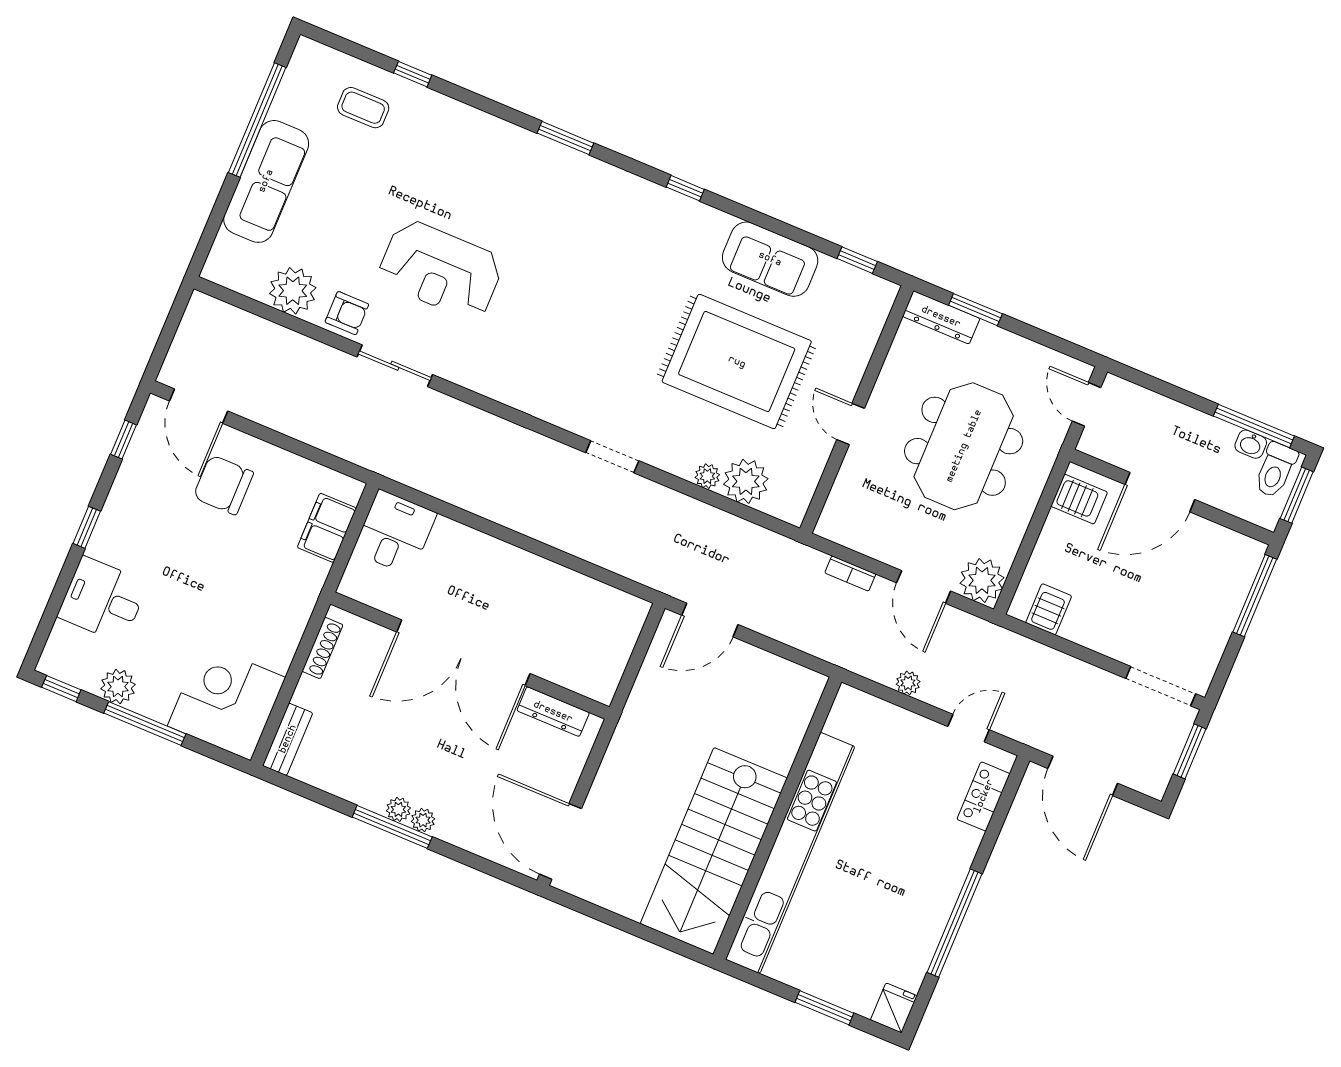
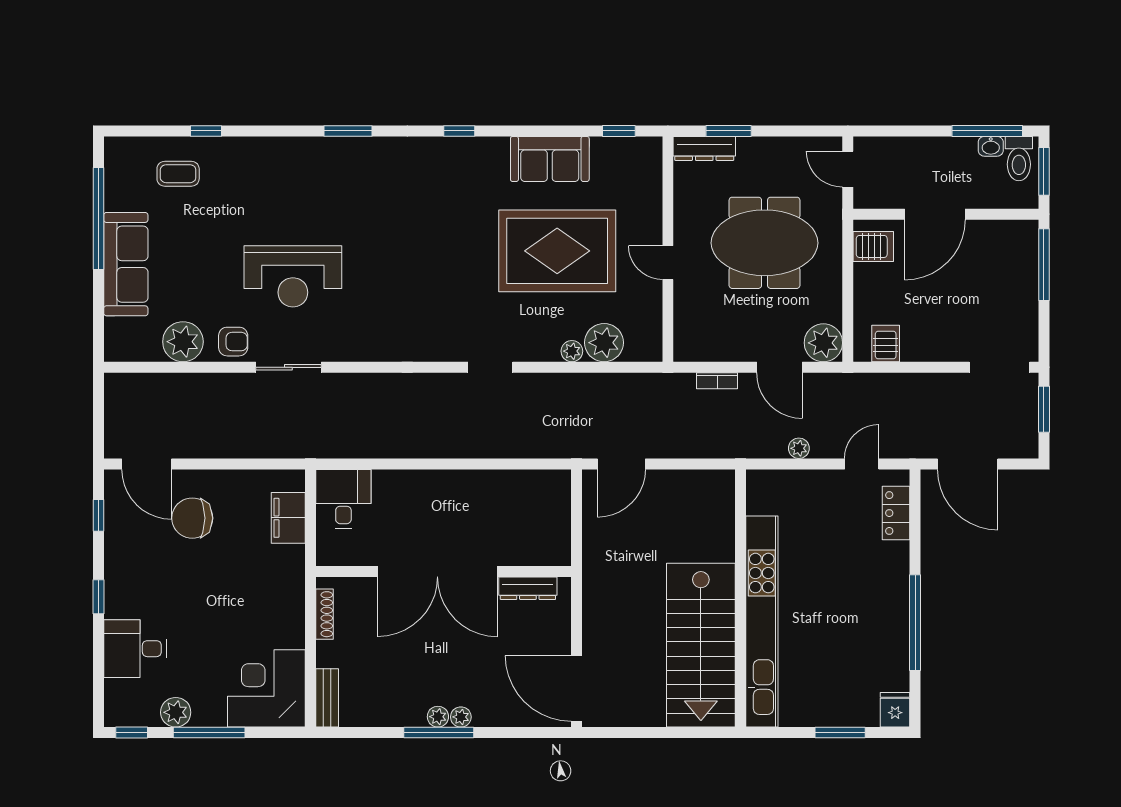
meeting table: (964, 446) -> (765, 243), turned 90

